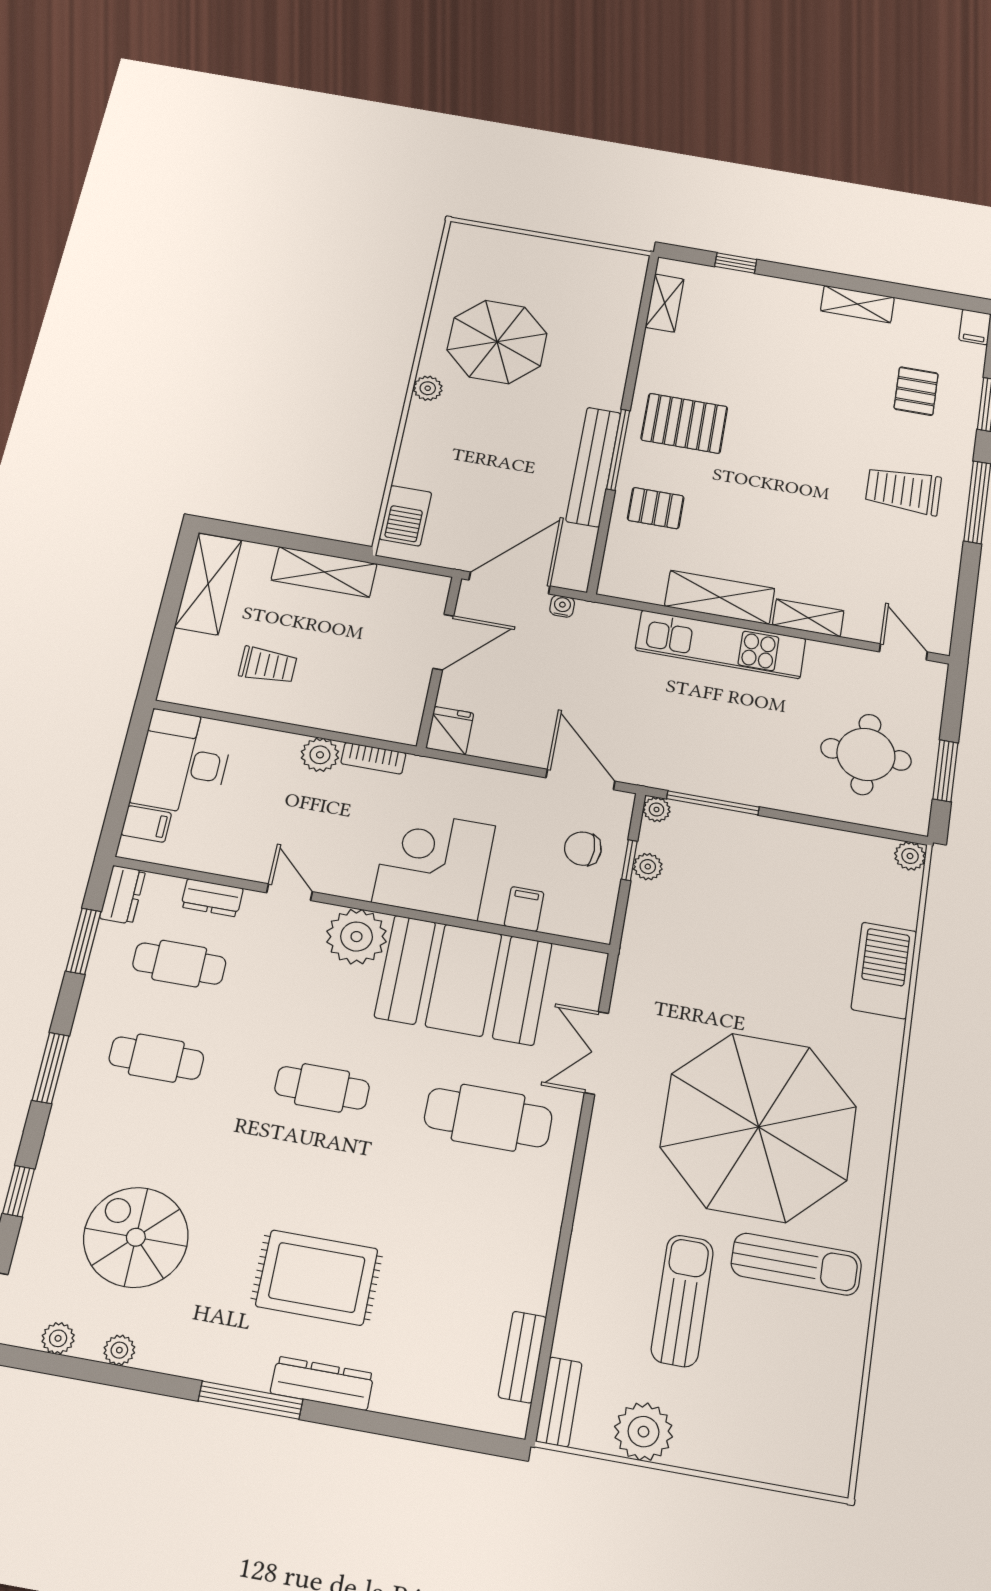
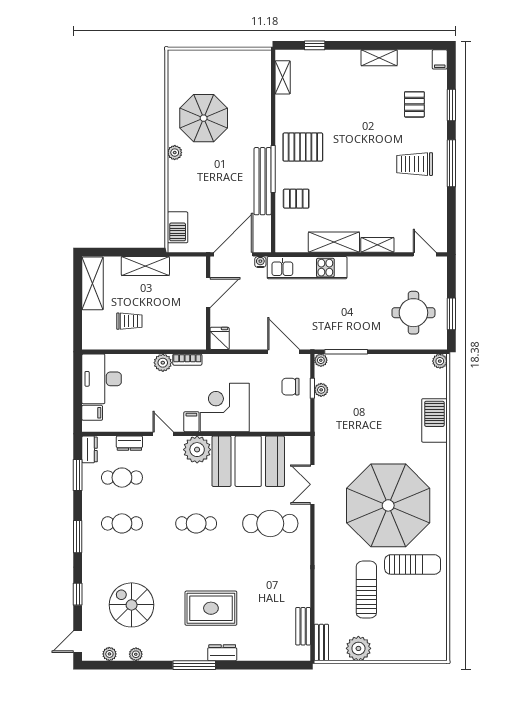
kitchen unit: (721, 644) -> (307, 268), moved
filing cabinet: (524, 909) -> (191, 422), moved
dresser: (322, 1383) -> (222, 653), width x0.70

